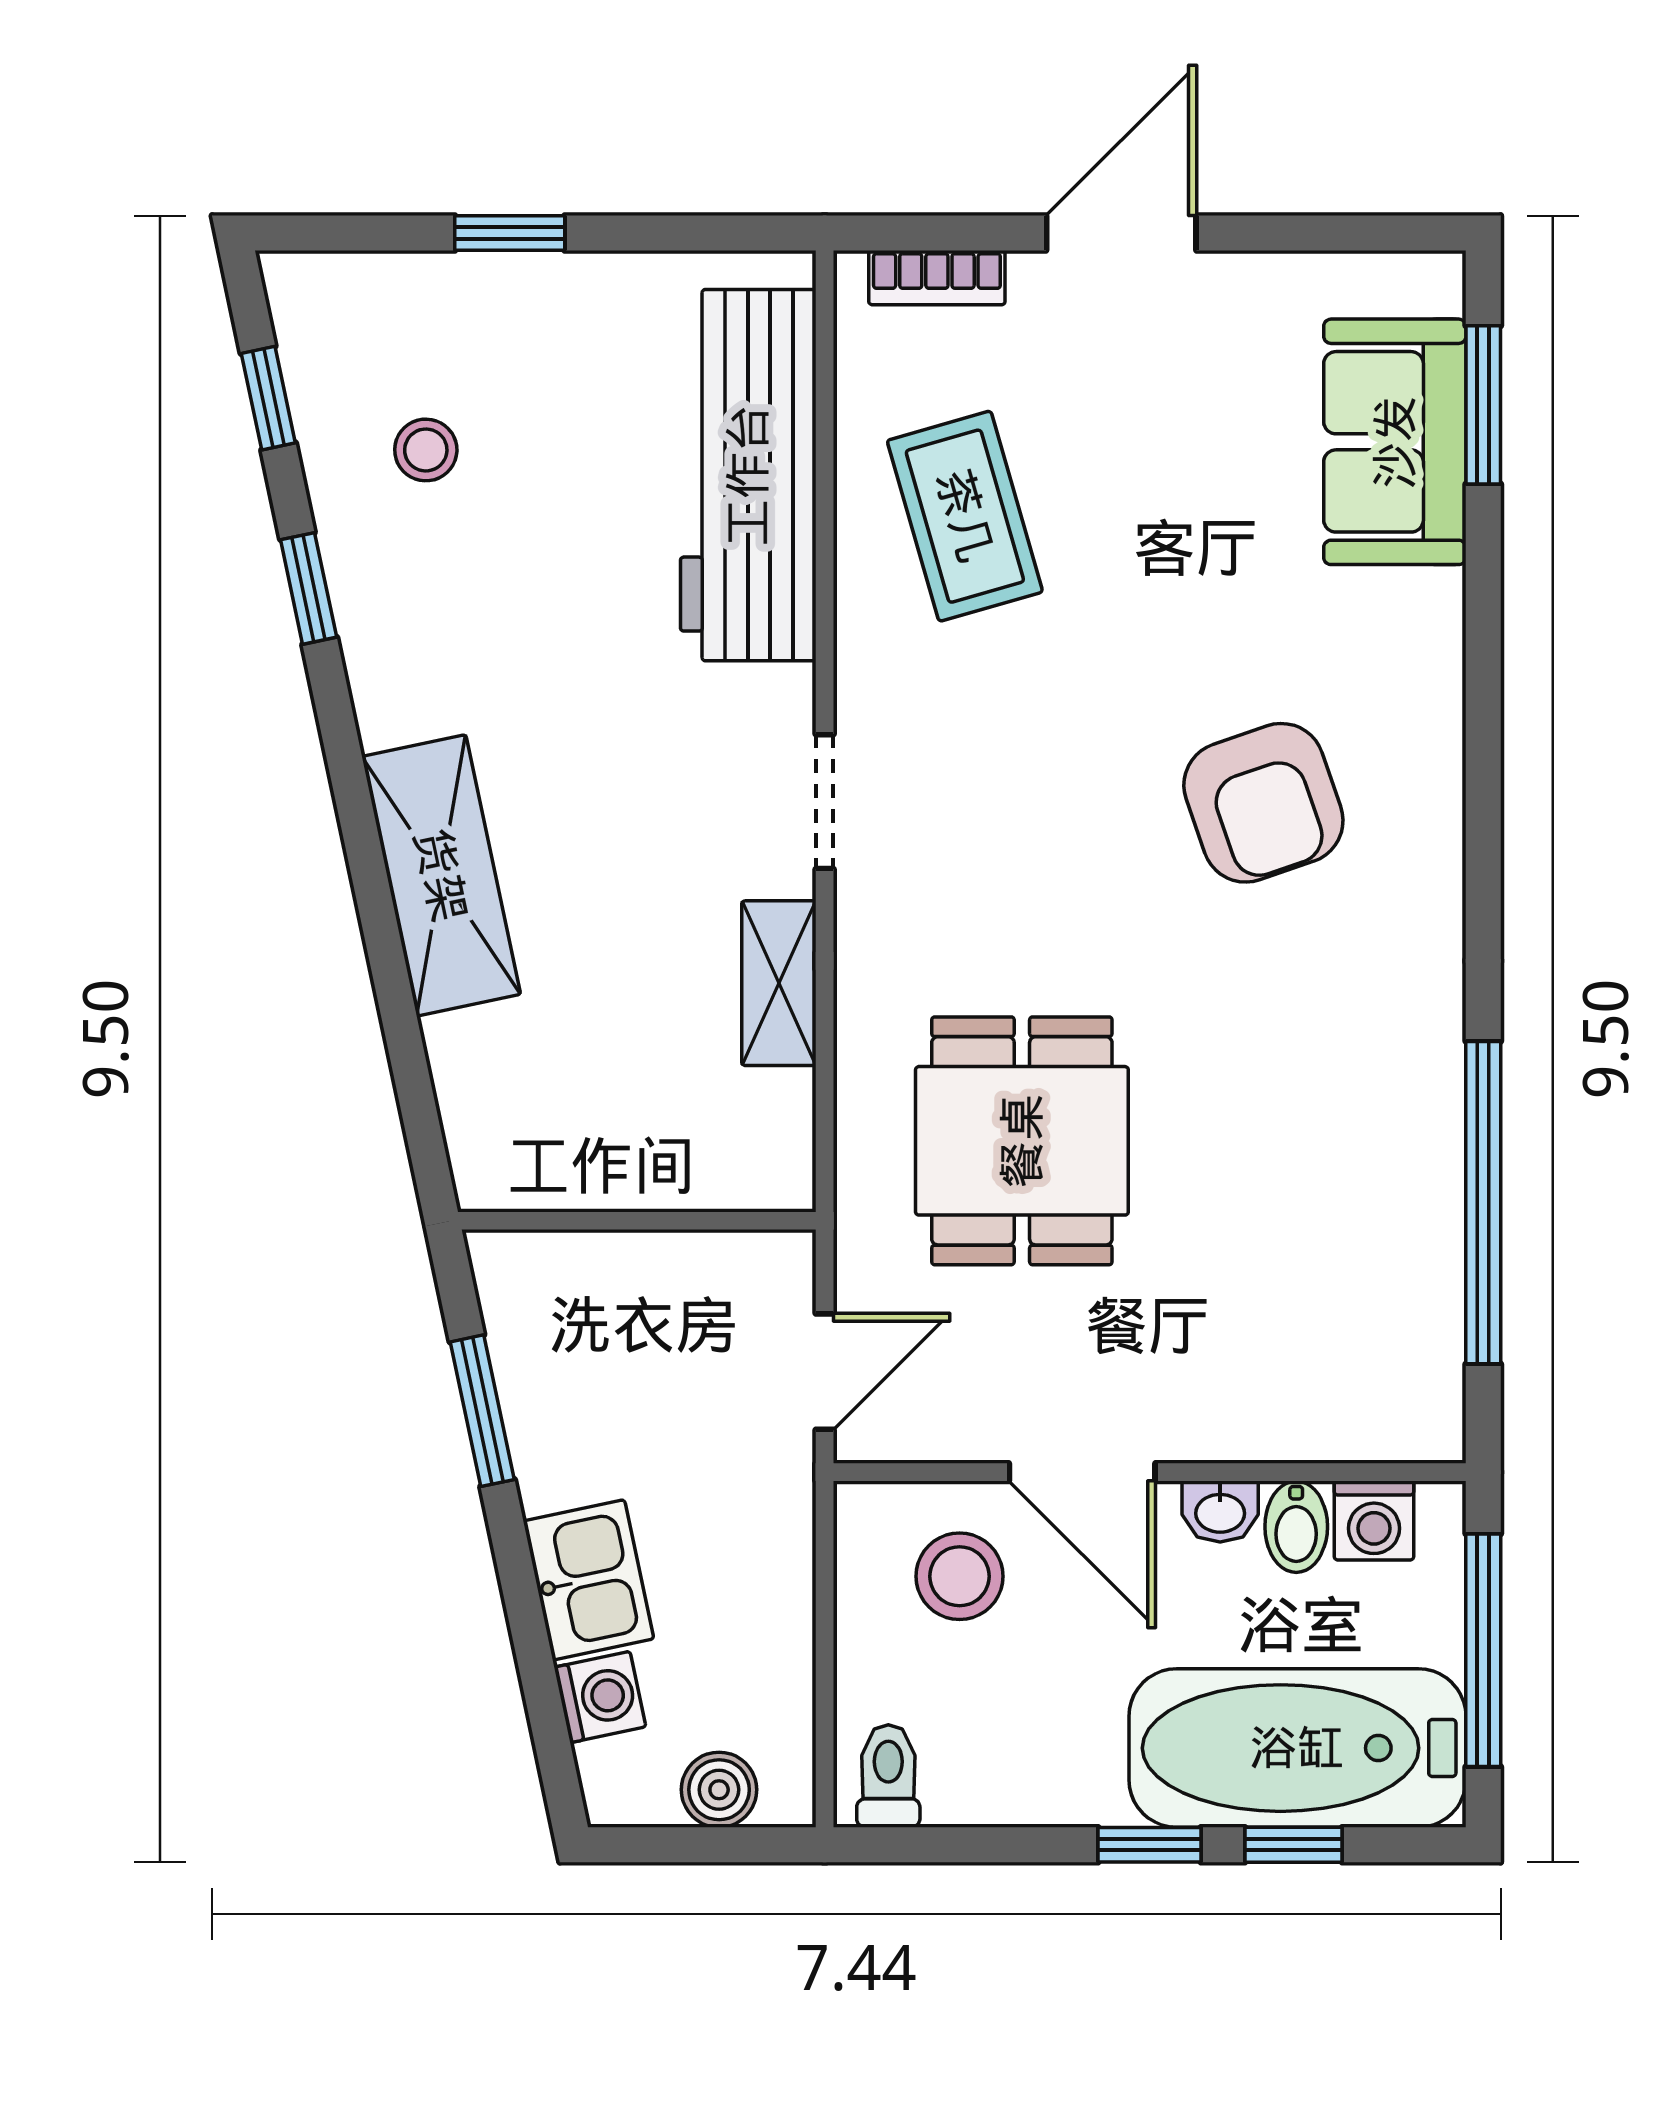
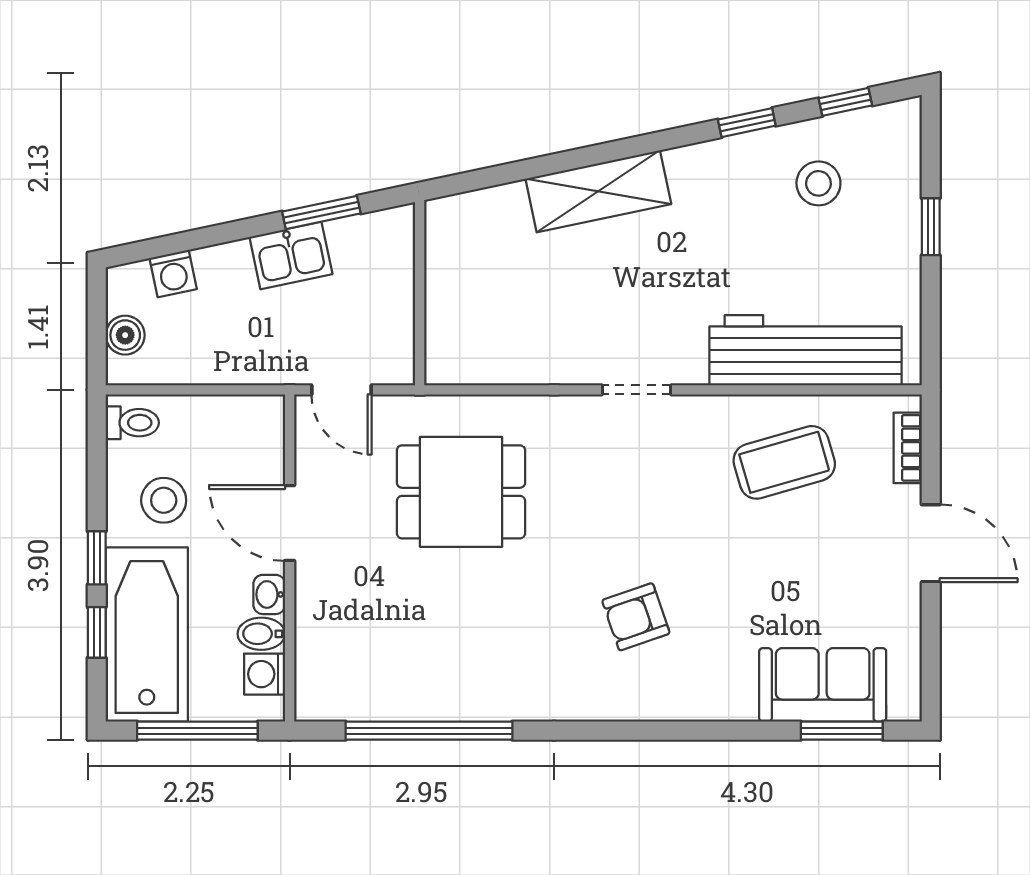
stool: (426, 450) -> (818, 183), width x1.37, depth x1.37
armchair: (1263, 803) -> (636, 617), width x0.72, depth x0.72
shelving: (779, 983) -> (543, 366), removed
door: (1082, 1472) -> (290, 523), hinge flipped
stool: (960, 1576) -> (164, 500), moved
kitchen sink: (589, 1580) -> (291, 256), moved

